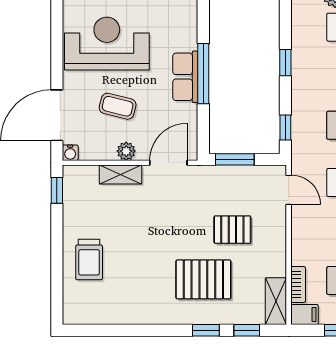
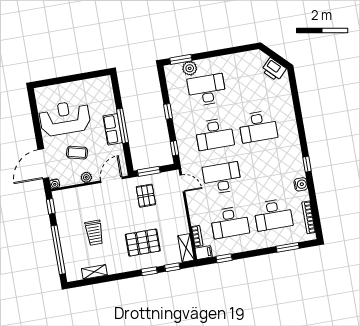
shelving: (121, 174) -> (94, 272), moved
pallet: (232, 230) -> (146, 196), moved, turned 90
trolley: (89, 259) -> (94, 233), moved
window: (57, 267) -> (58, 250), added

